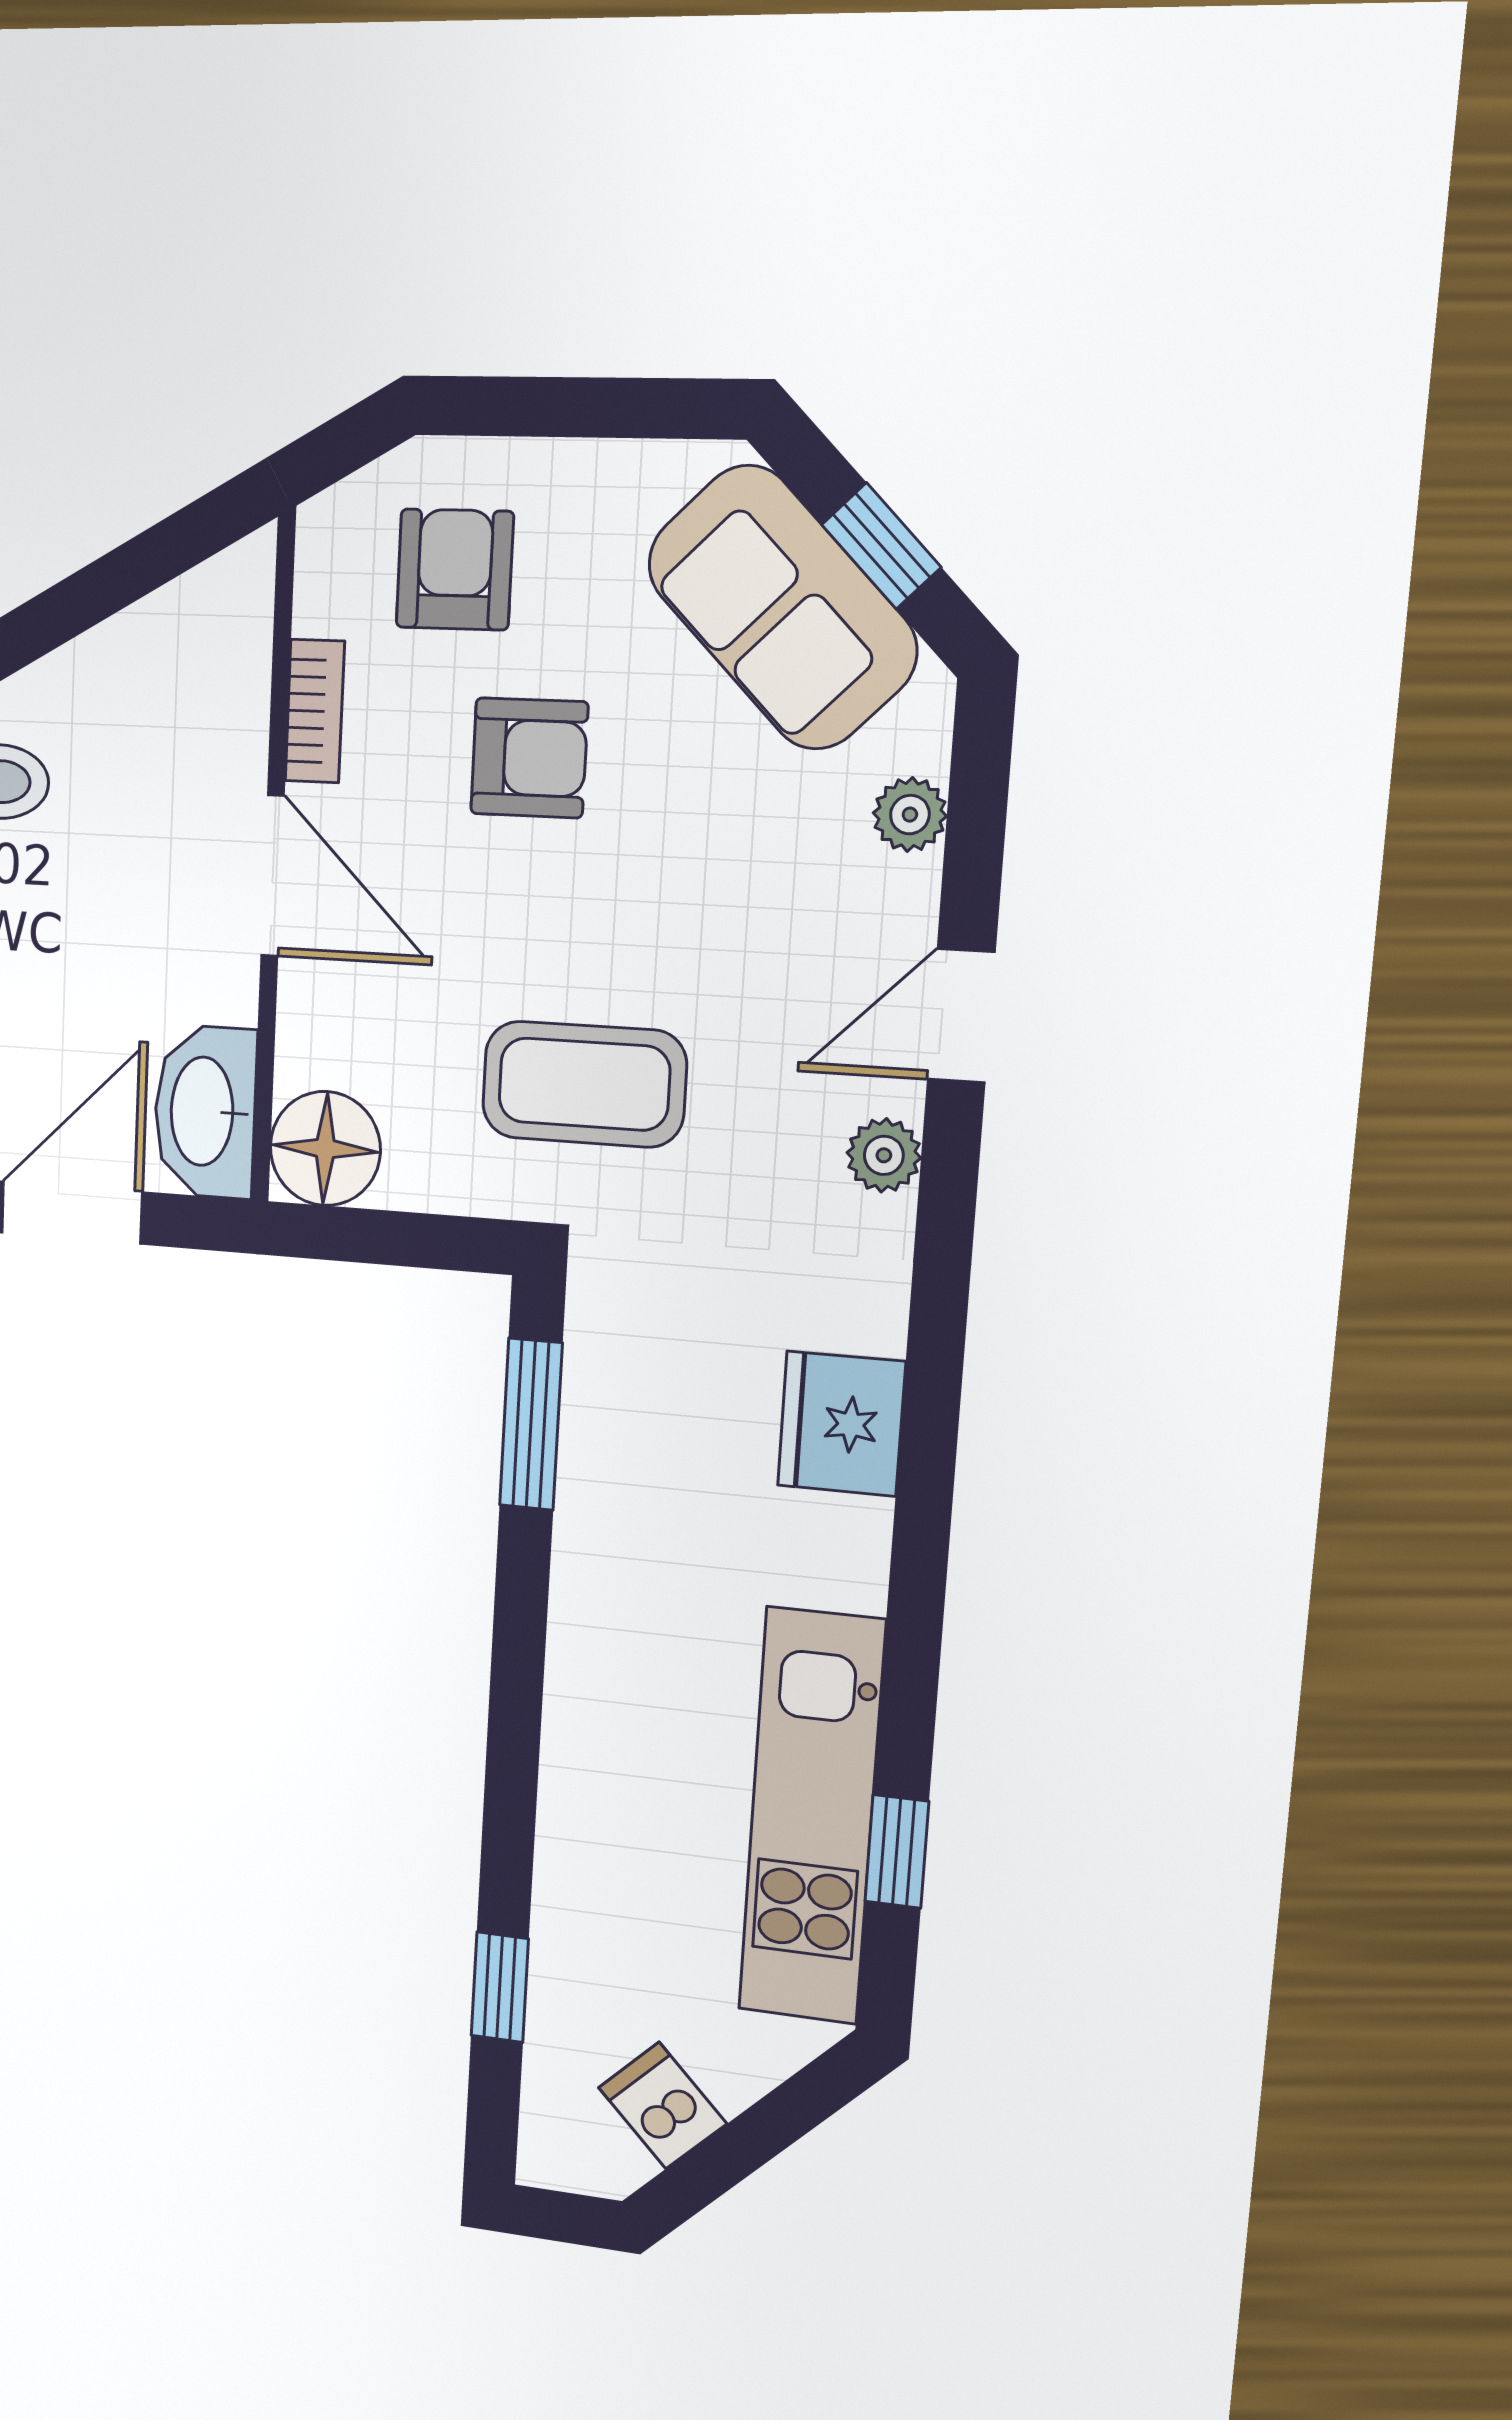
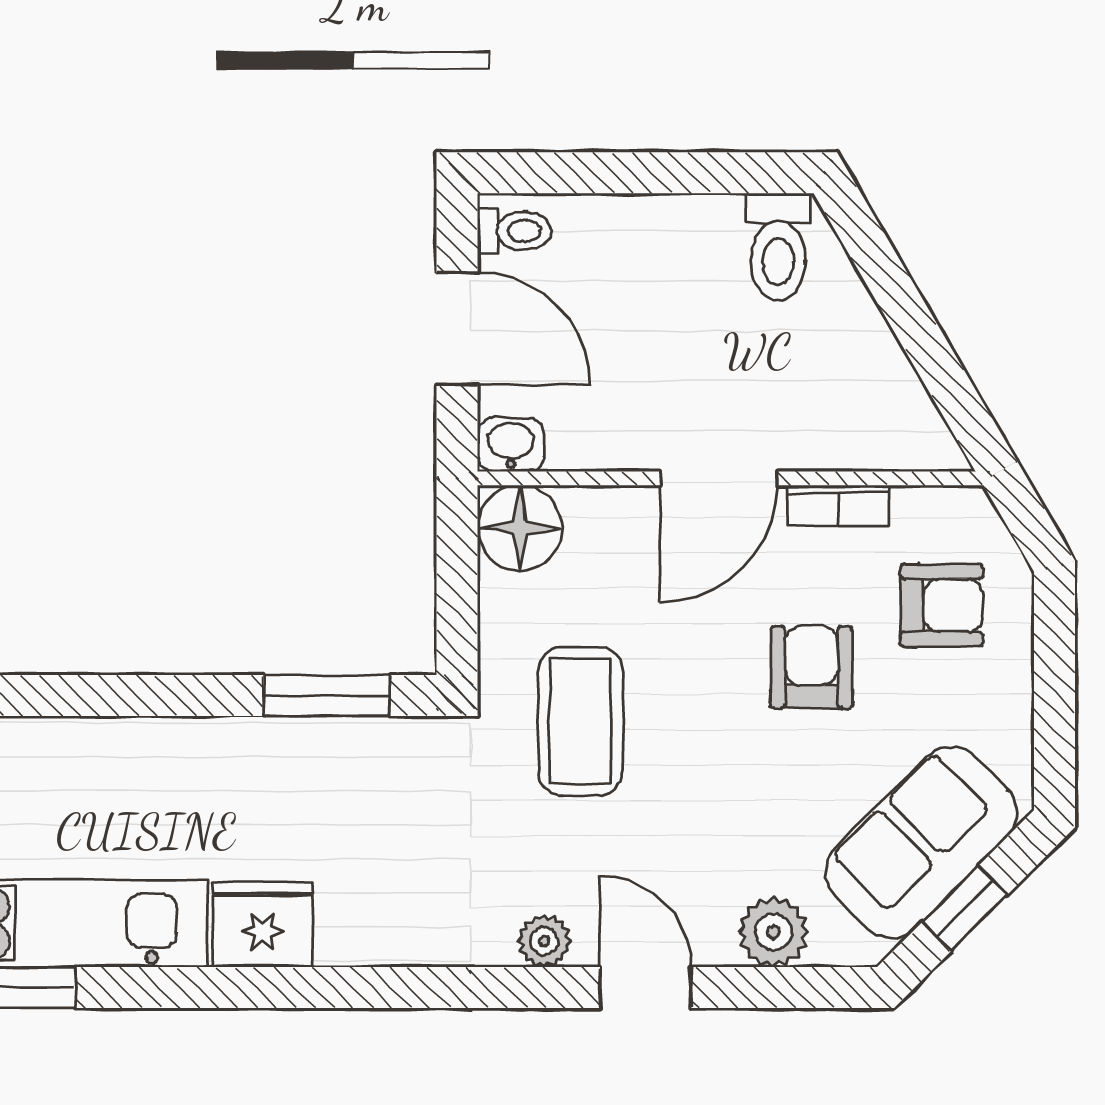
armchair: (529, 758) -> (811, 667), turned 180
plant: (910, 815) -> (773, 932), width x1.38, depth x1.38
washbasin: (205, 1112) -> (511, 445), width x0.52, depth x0.69
fridge: (841, 1424) -> (263, 924), moved

